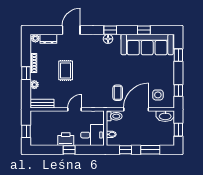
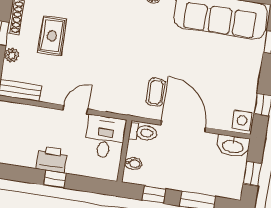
rug: (66, 70) -> (52, 36), moved
side table: (158, 95) -> (242, 120), moved
door: (136, 109) -> (184, 126), hinge flipped
desk: (92, 135) -> (105, 137), moved, turned -90

